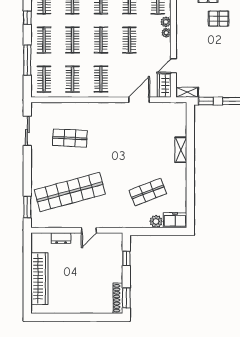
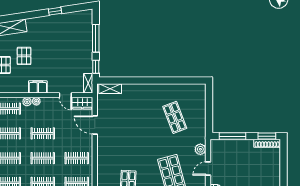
filing cabinet: (183, 34) -> (38, 87), added
shelving: (181, 150) -> (110, 89), moved
freezer: (175, 220) -> (199, 94), removed
plant: (156, 221) -> (200, 149), moved
door: (89, 230) -> (208, 169), swing flipped
window: (126, 258) -> (232, 136), width x2.17

